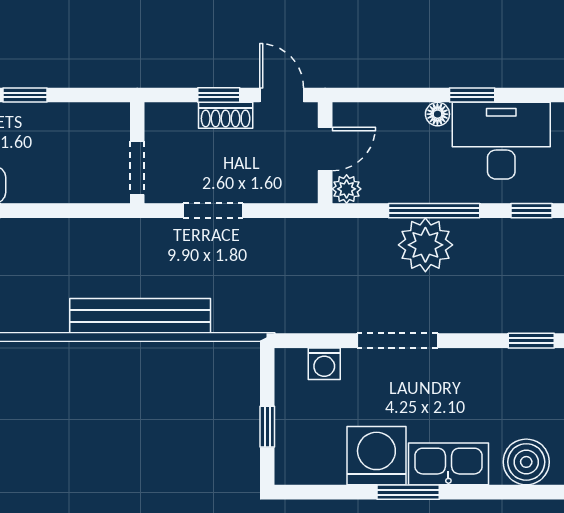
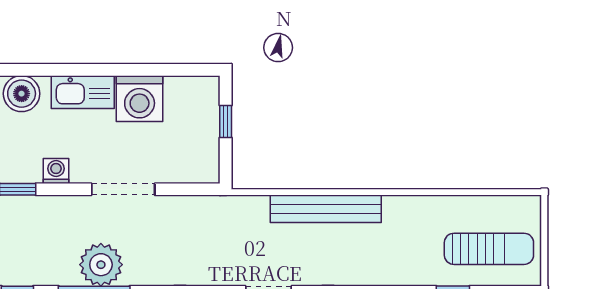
washing machine: (324, 364) -> (56, 171), moved
window: (408, 492) -> (115, 70), removed

